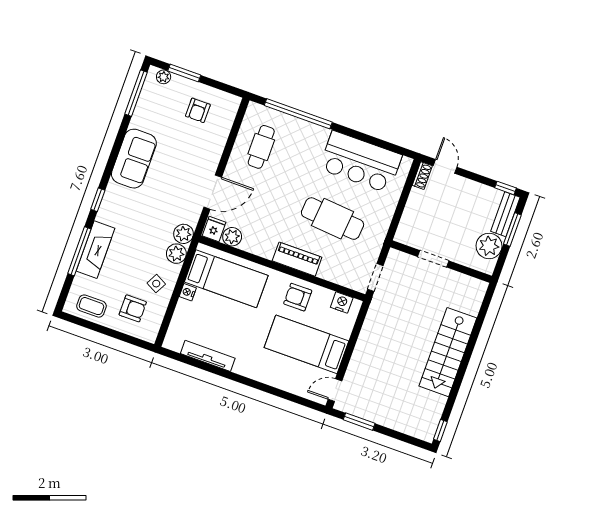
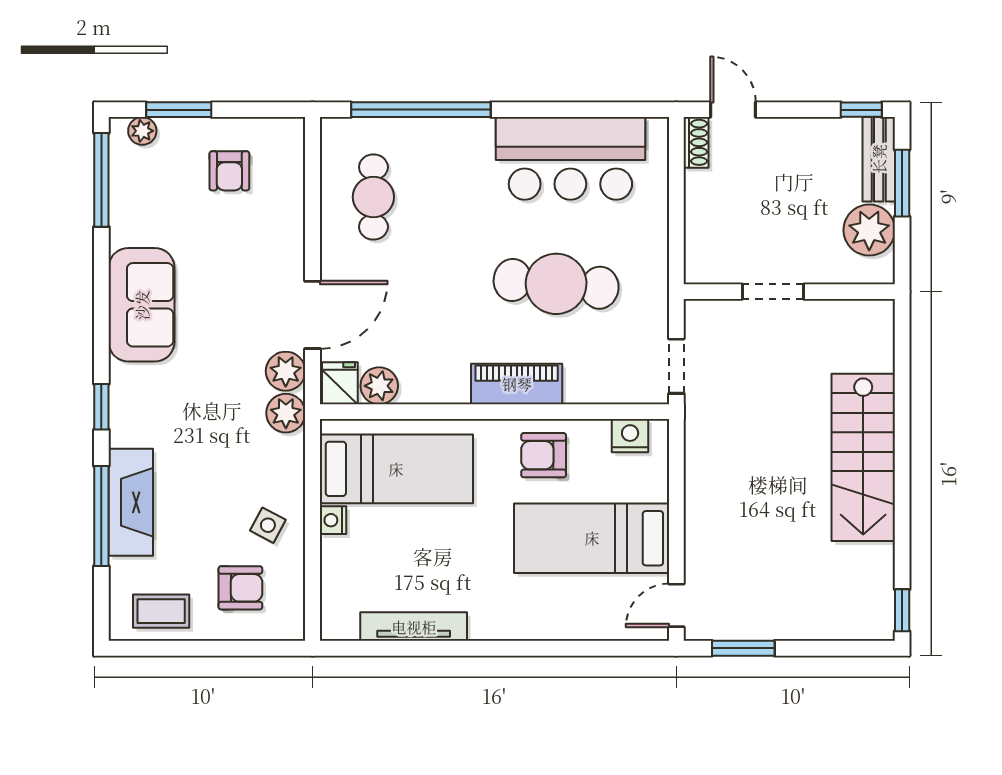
plant: (176, 254) -> (286, 371), moved

